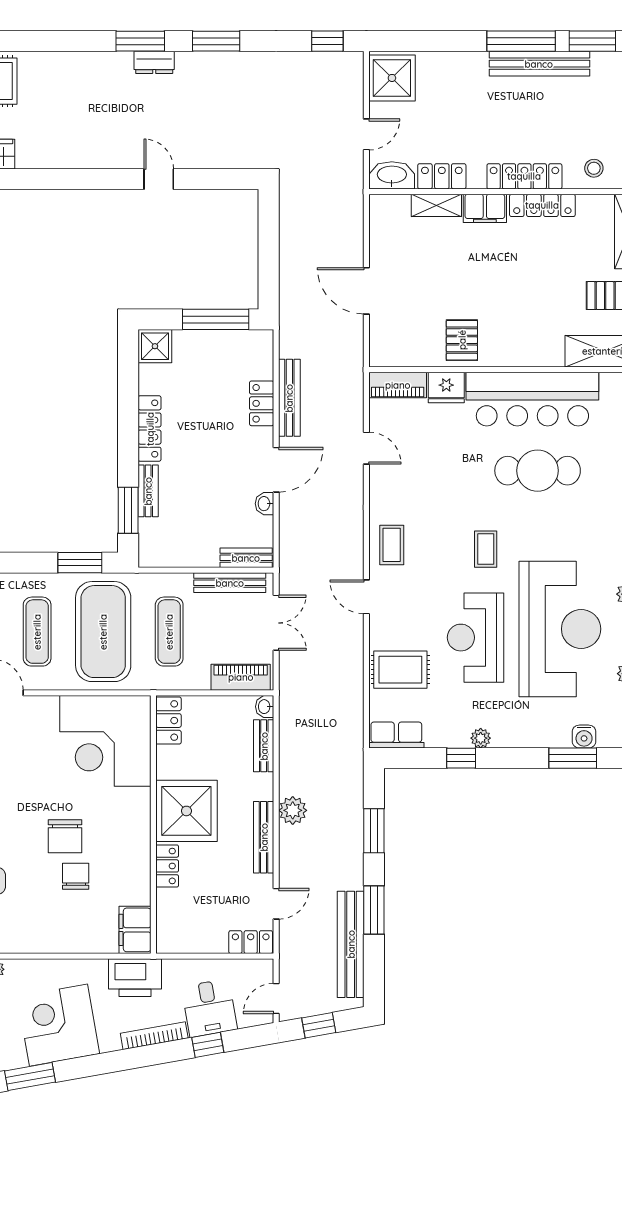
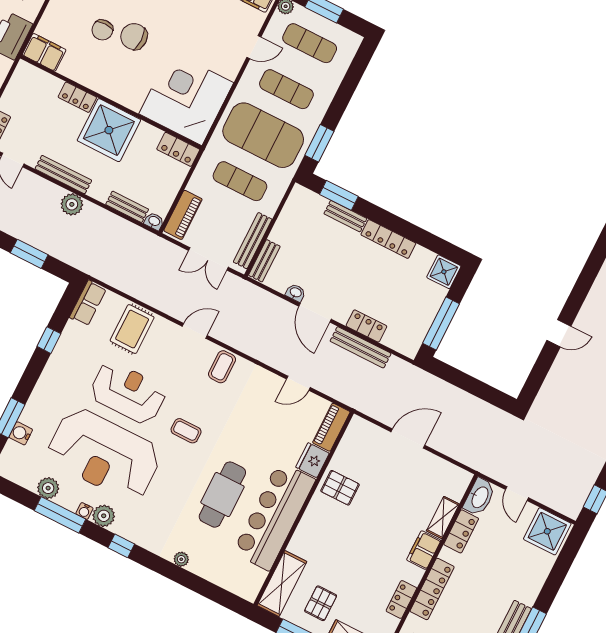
locker: (542, 205) -> (401, 599), width x0.66
coffee table: (392, 545) -> (222, 367), turned 90
plant: (481, 738) -> (56, 361), removed
chair: (76, 876) -> (102, 30), turned 90

